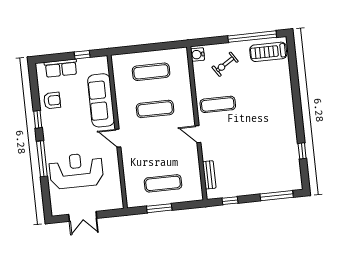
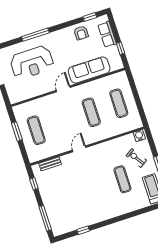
exercise mat: (218, 104) -> (122, 179), moved
window: (38, 119) -> (90, 17), moved
reception desk: (76, 171) -> (32, 62), turned 90

